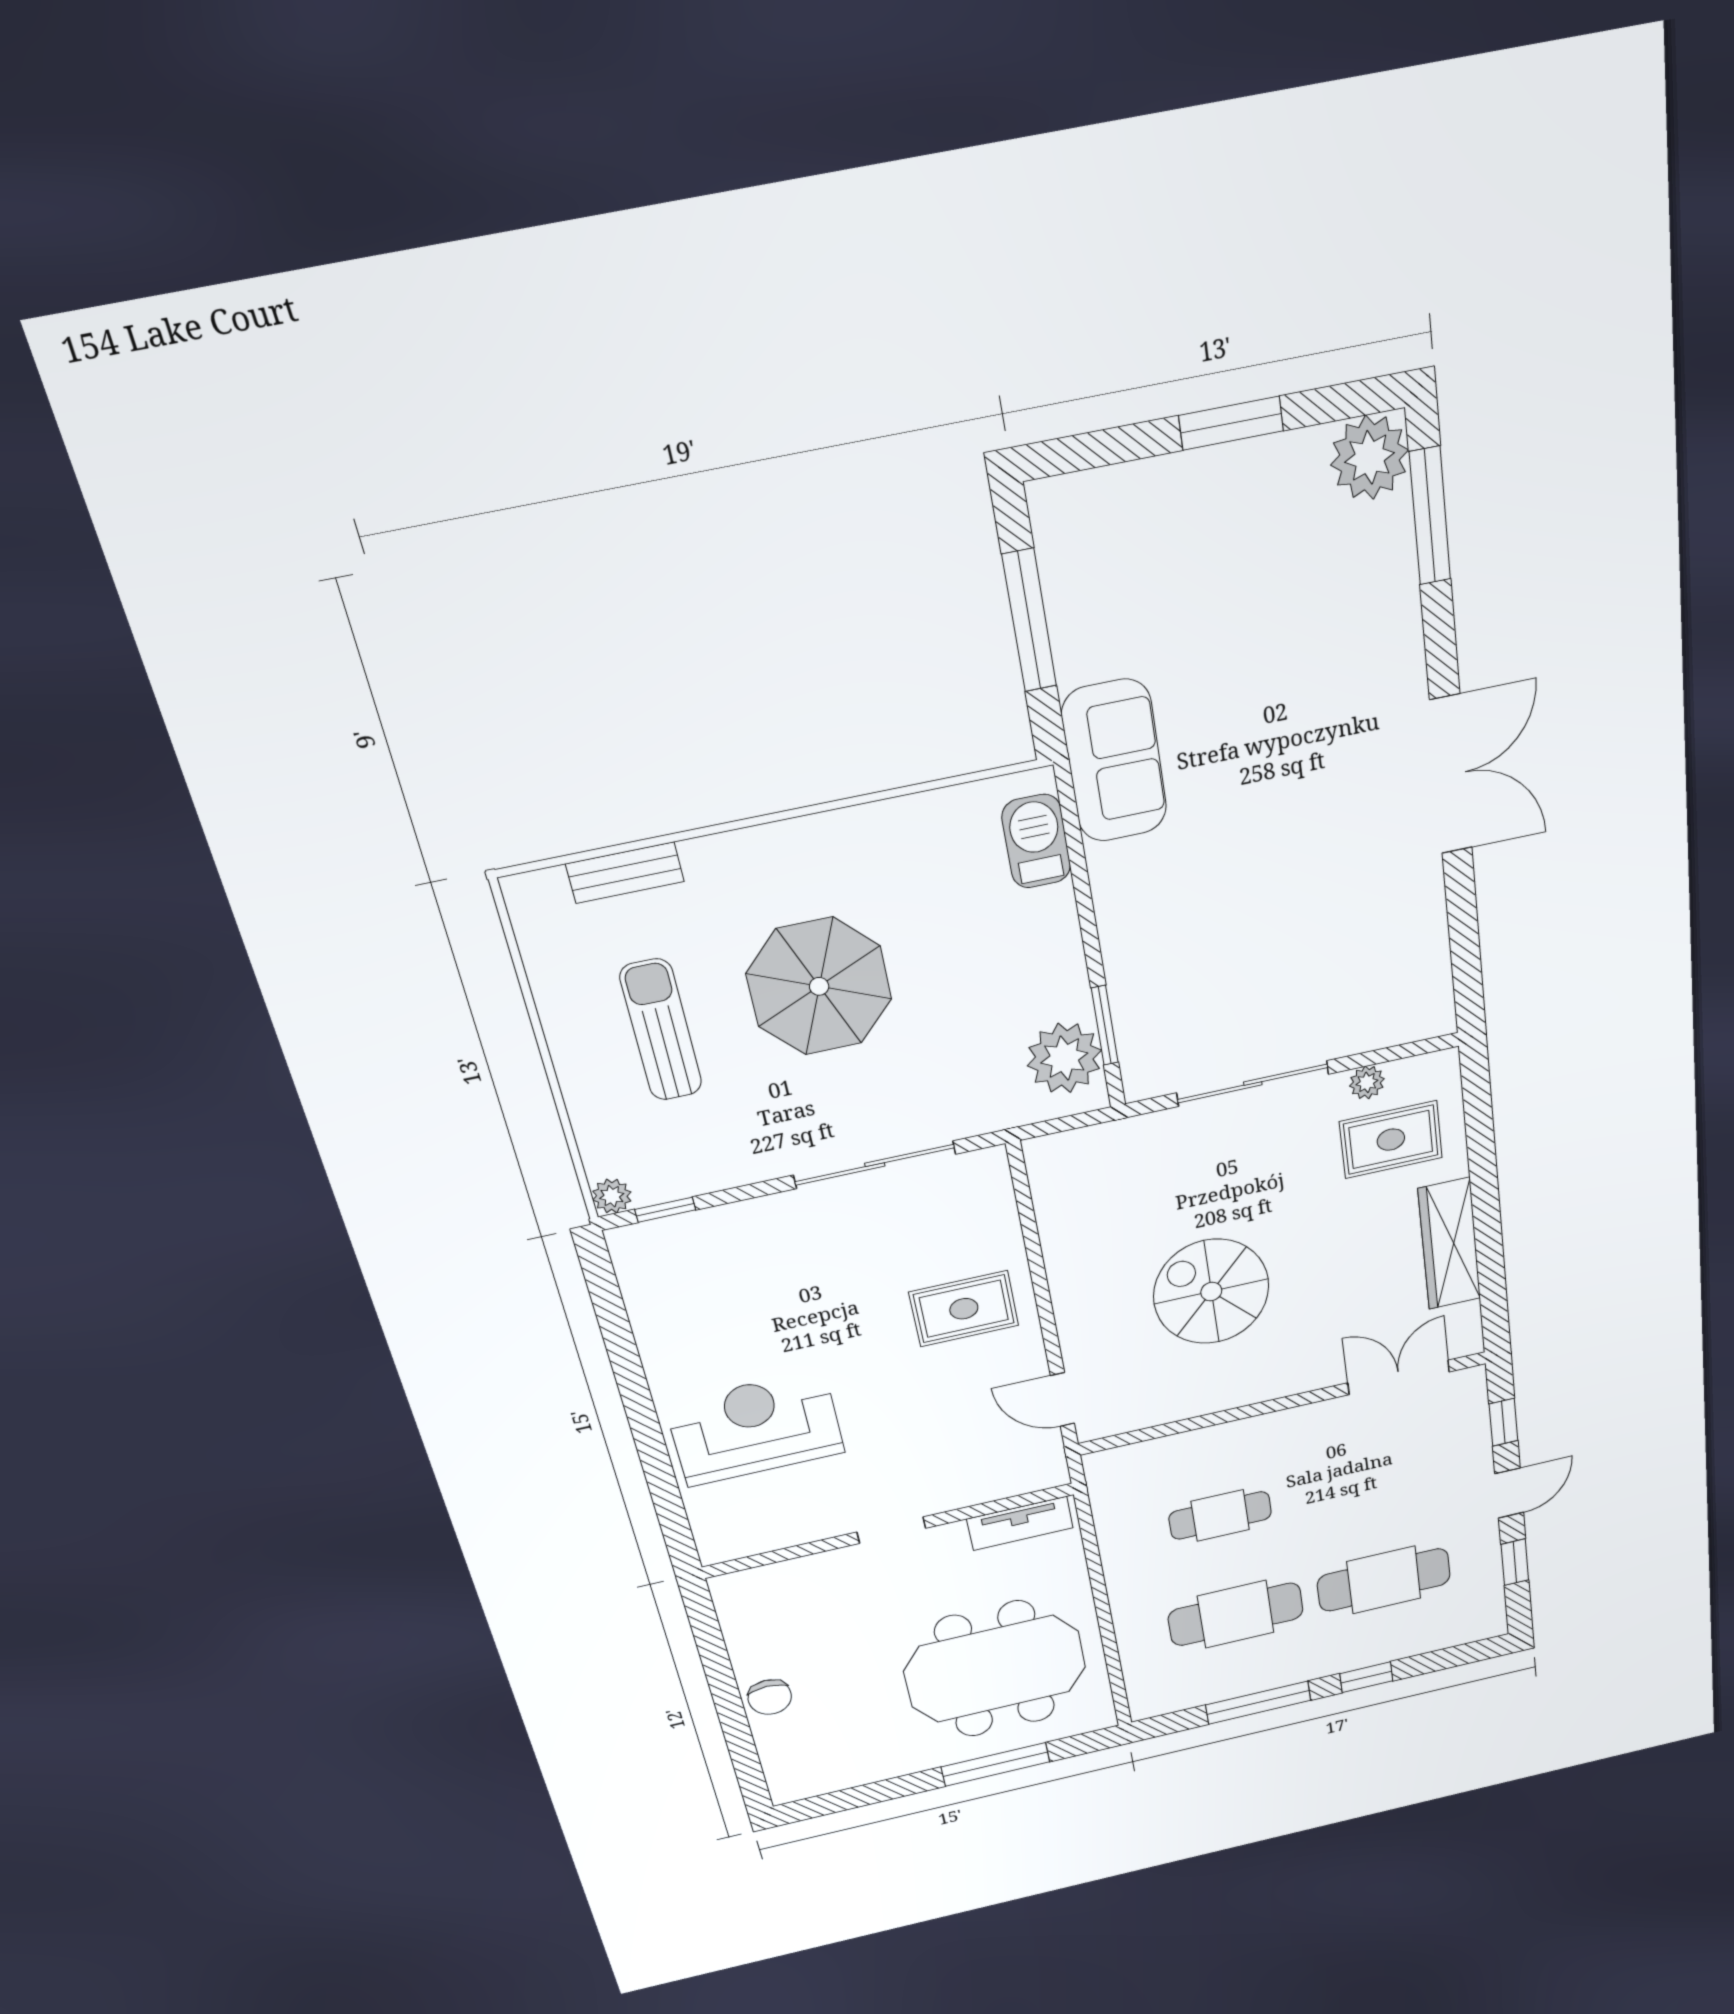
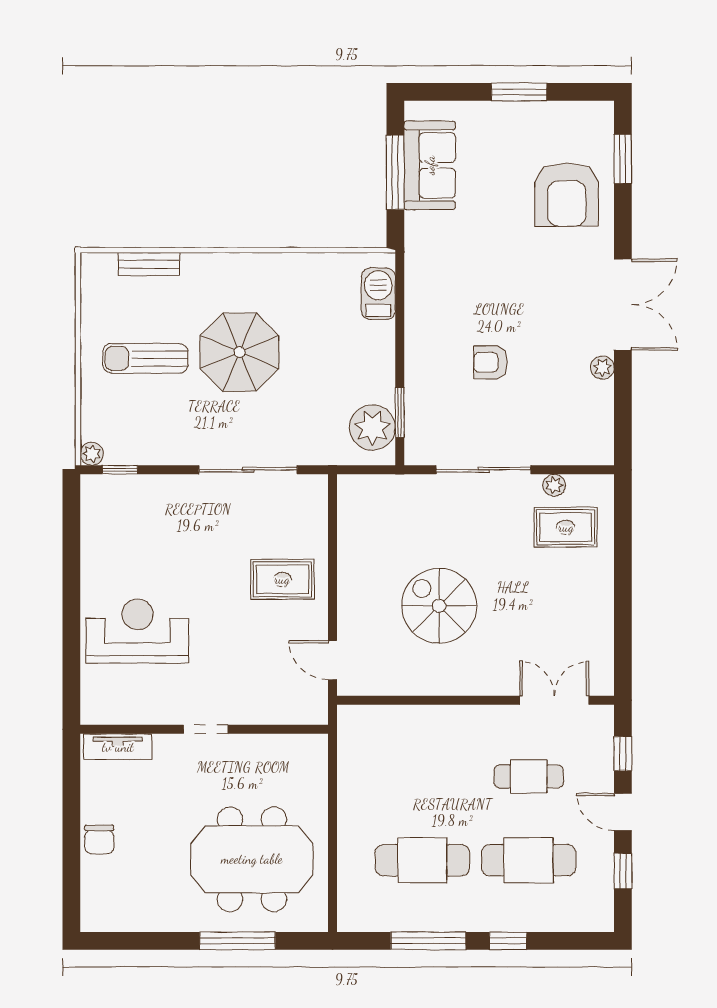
plant: (1370, 457) -> (602, 368), moved, width x0.53, depth x0.53
window: (1430, 516) -> (623, 159), width x0.69
armchair: (1338, 601) -> (567, 195), added
sofa: (1114, 761) -> (430, 165), moved
armchair: (1242, 915) -> (491, 362), added
sun lounger: (661, 1030) -> (145, 358), turned -90
wardrobe: (1449, 1244) -> (597, 609), removed
door: (1509, 1493) -> (623, 812), swing flipped
cafe table: (1220, 1515) -> (529, 776), moved
tv unit: (1020, 1523) -> (118, 747), moved

